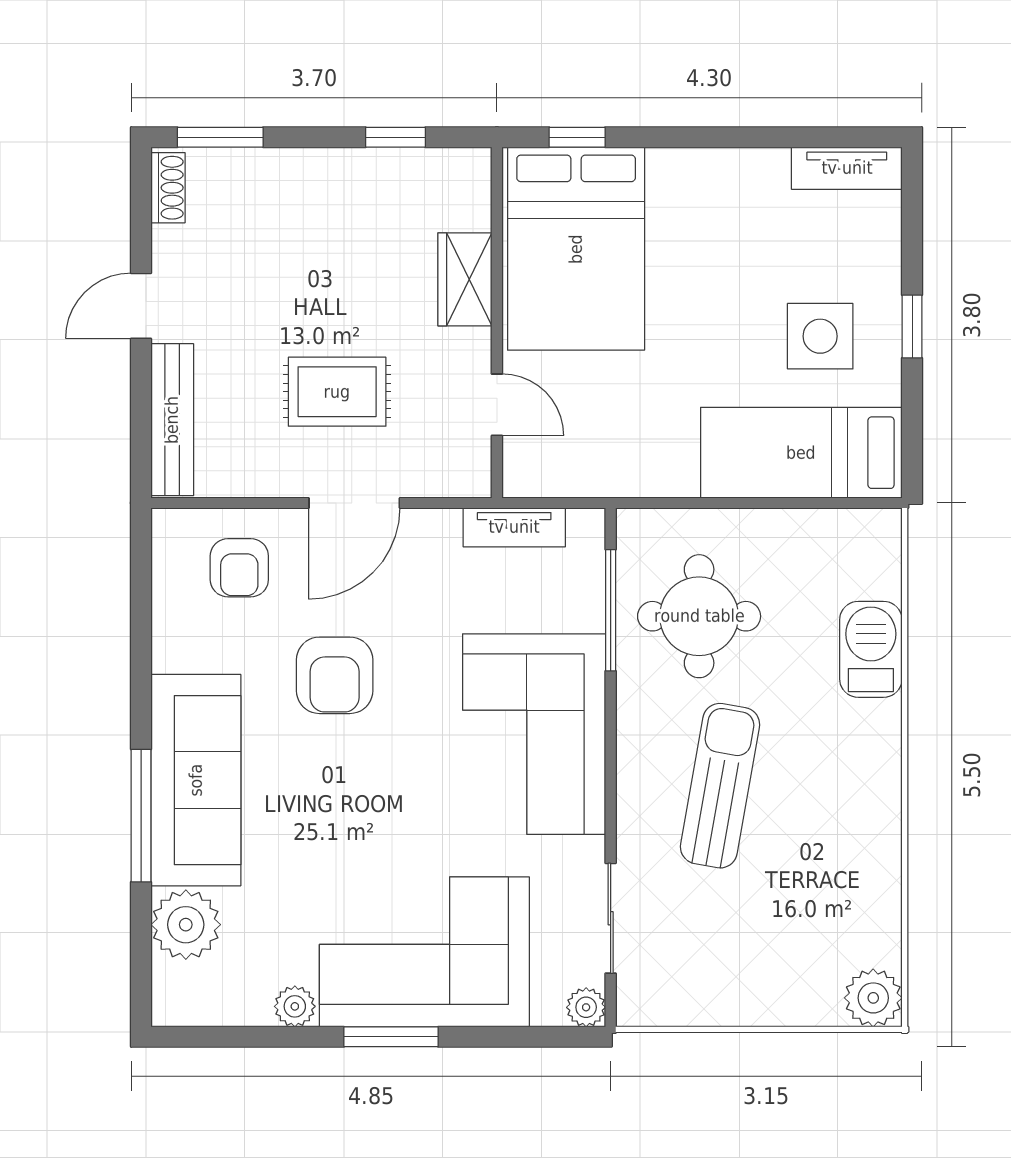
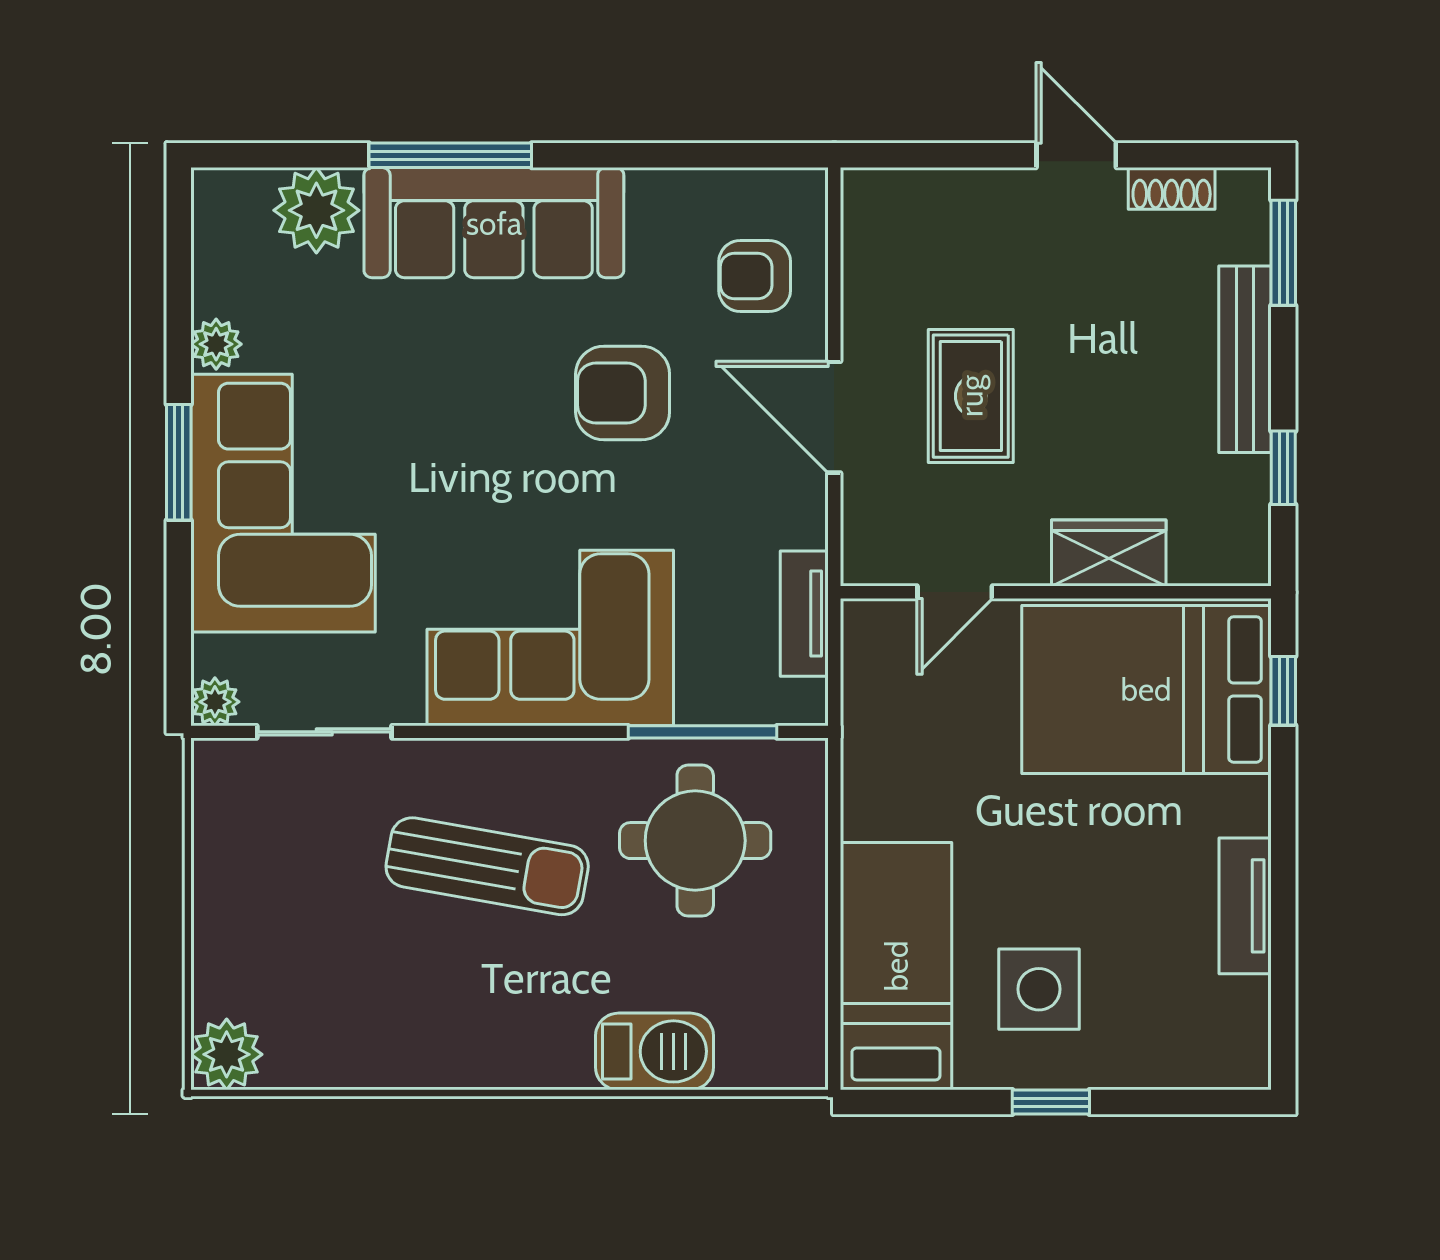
tv unit: (847, 168) -> (1245, 906), moved
shoe rack: (168, 188) -> (1172, 188), moved
bench: (172, 420) -> (1245, 359), moved, turned 90

